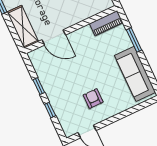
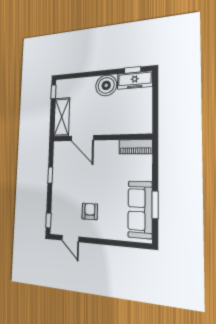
window: (134, 40) -> (155, 205), moved
window: (50, 110) -> (48, 220), moved

